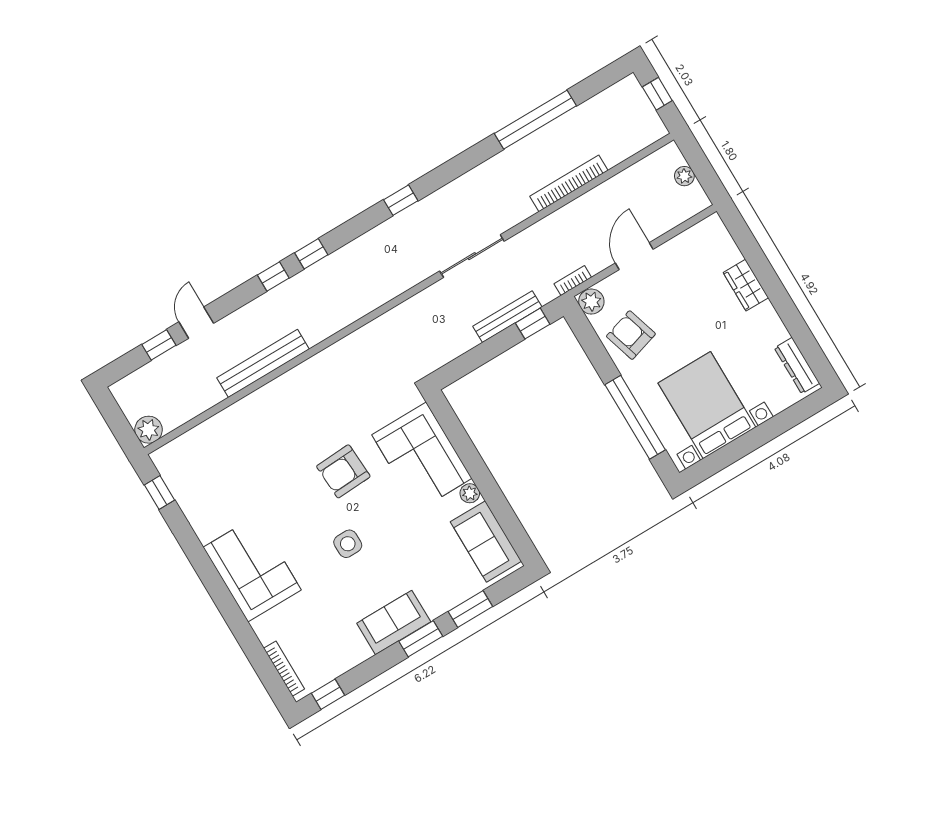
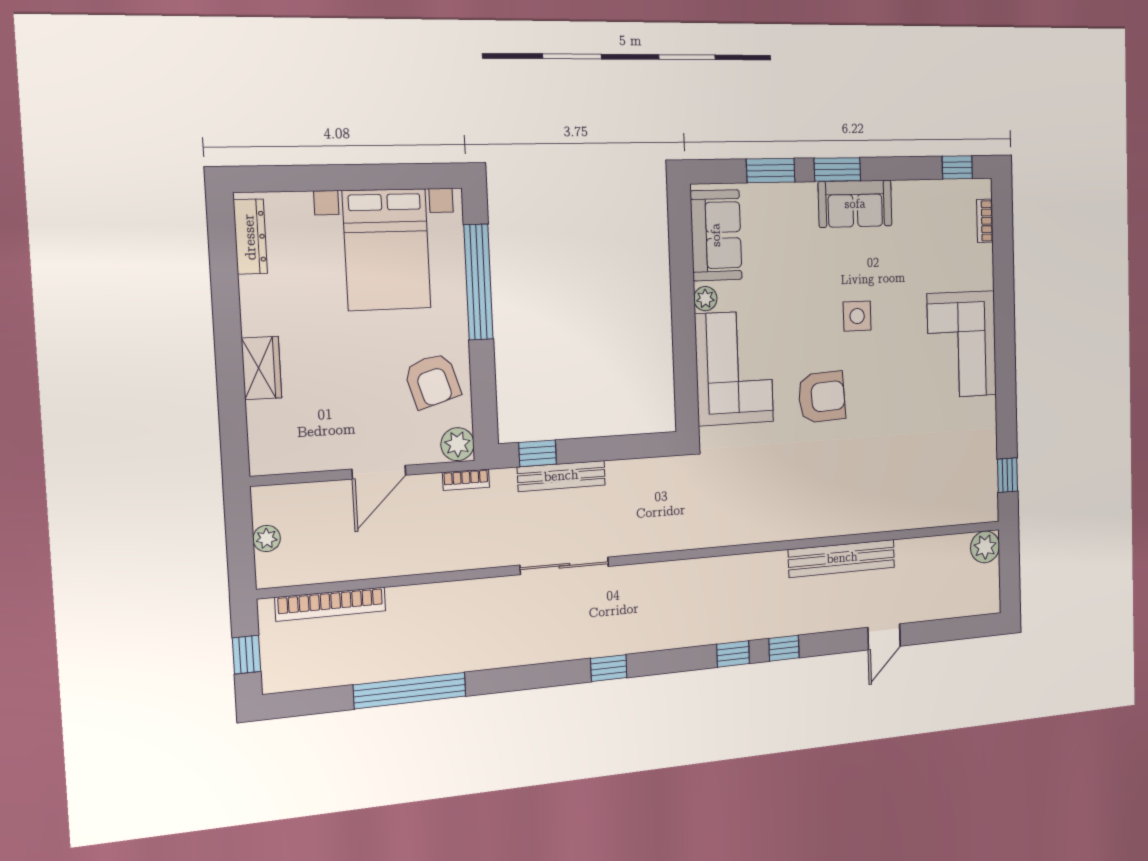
bookcase: (569, 183) -> (331, 604), moved
window: (159, 345) -> (931, 632), removed
bookcase: (284, 669) -> (985, 221), width x0.64

